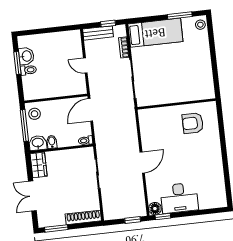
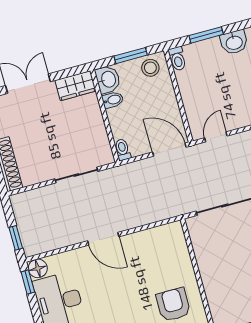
window: (17, 63) -> (206, 35), moved
door: (85, 66) -> (216, 137), moved
toilet: (28, 70) -> (177, 59), moved
window: (24, 126) -> (131, 56), width x0.69

